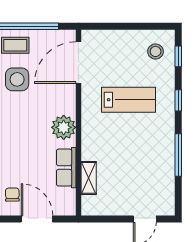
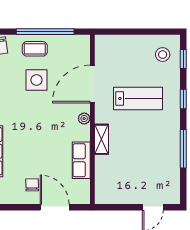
door: (78, 63) -> (92, 84), moved
plant: (64, 127) -> (84, 118), width x0.53, depth x0.53
shelving: (89, 178) -> (102, 139), moved

